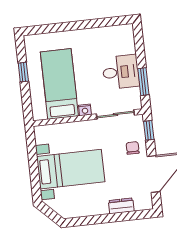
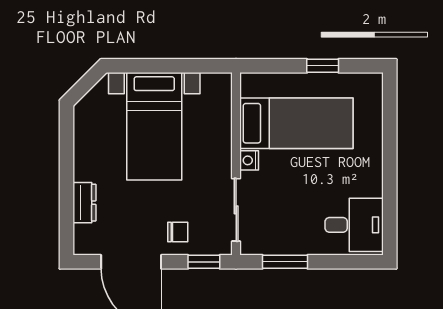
desk: (121, 72) -> (354, 225), moved, turned -90

